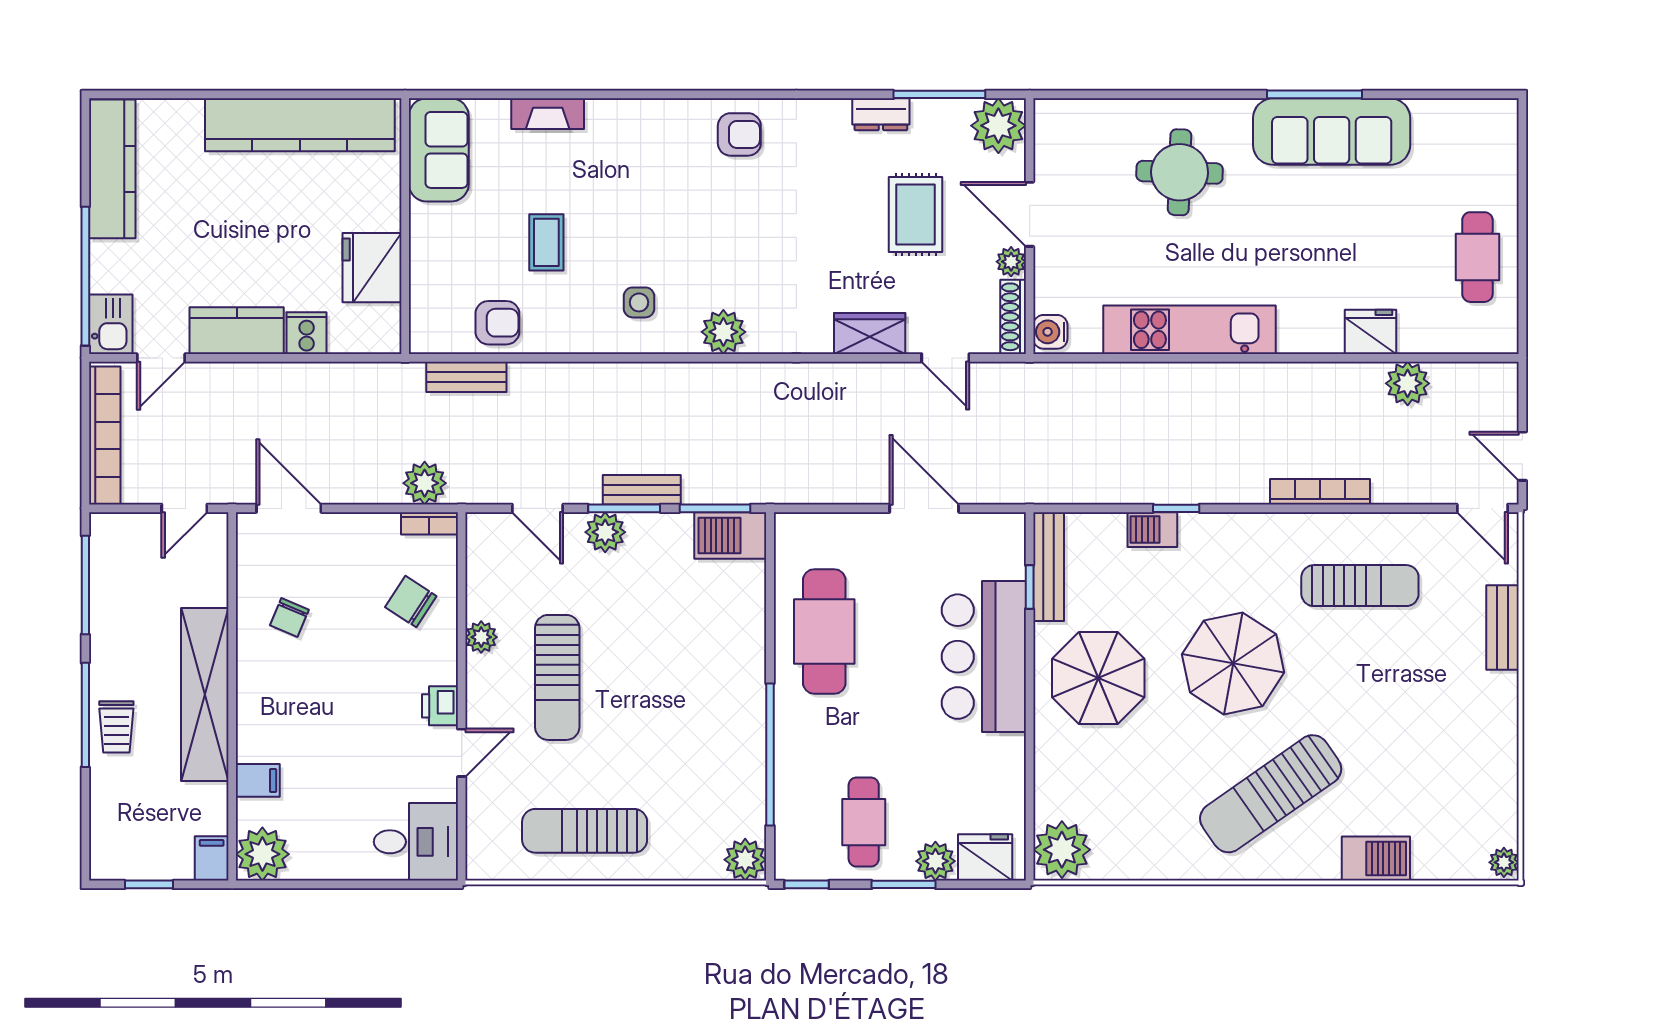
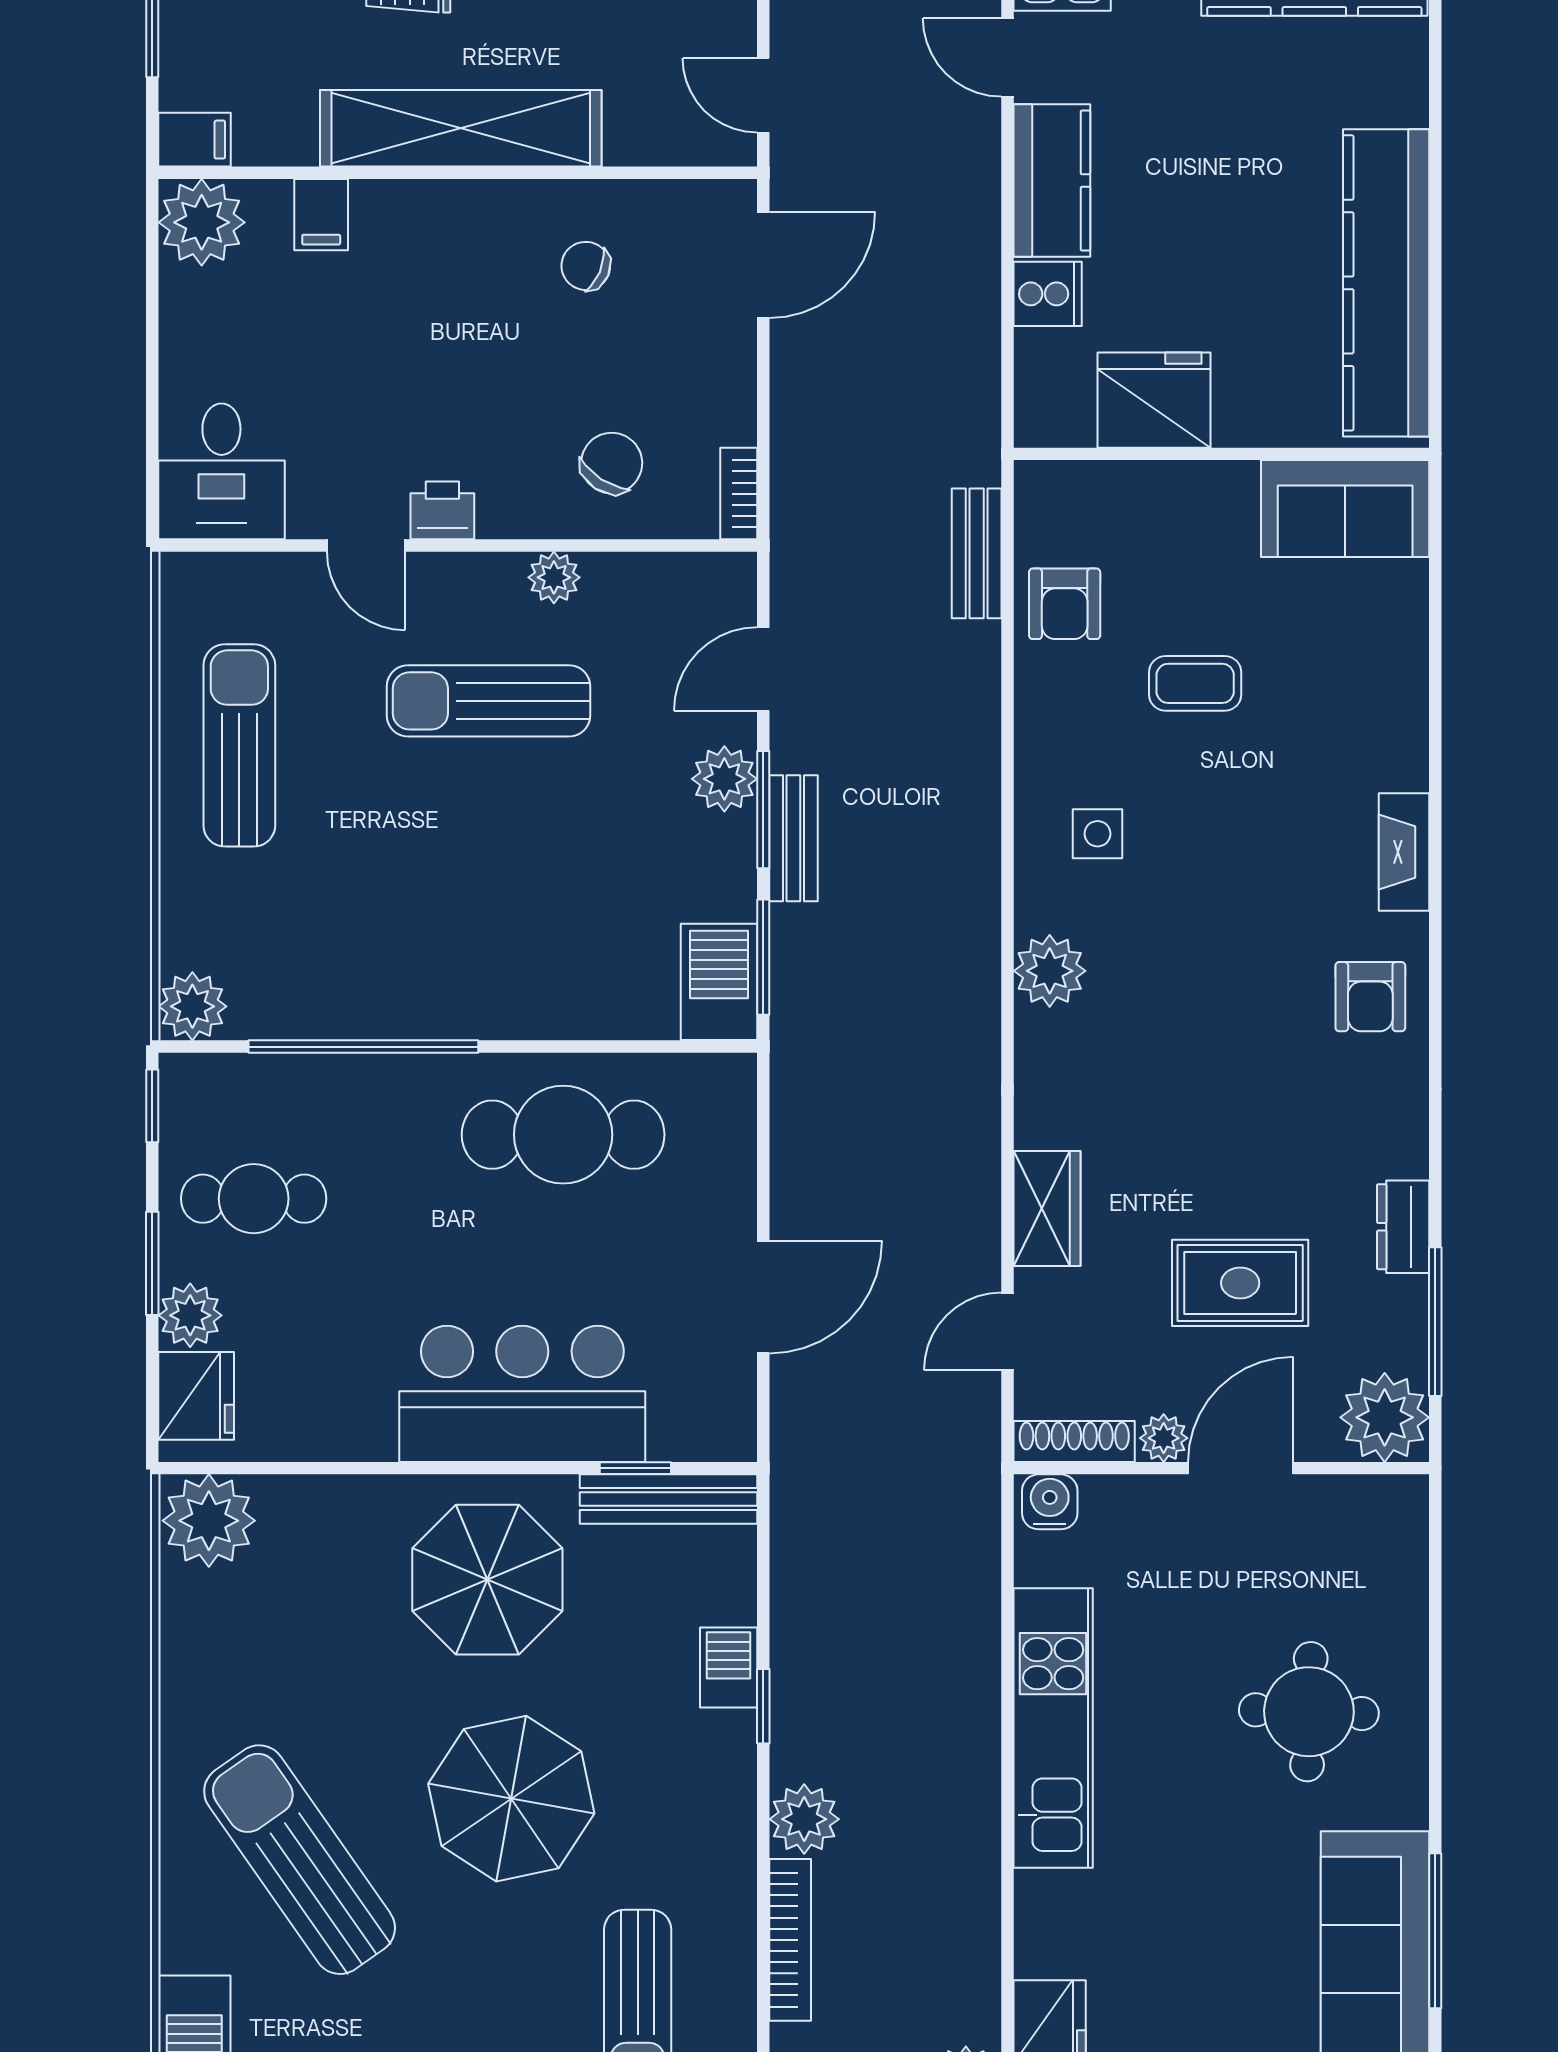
fireplace: (548, 114) -> (1404, 852), moved
plant: (425, 483) -> (804, 1819), moved

